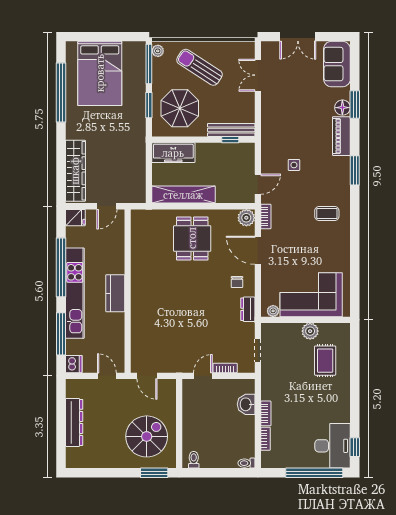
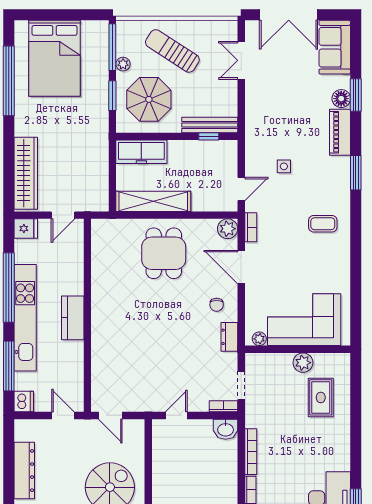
double door: (298, 37) -> (289, 15), width x1.37
plant: (158, 51) -> (123, 64), moved
bookcase: (225, 368) -> (223, 406), moved
washbasin: (246, 404) -> (226, 429), moved, turned -90
bookcase: (266, 413) -> (251, 452), width x1.56

